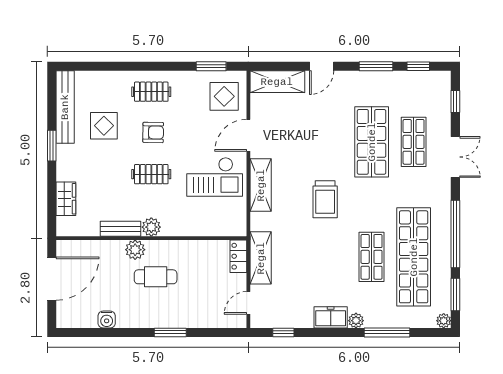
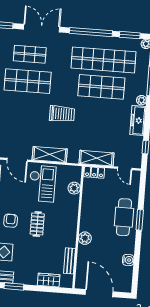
double door: (455, 157) -> (42, 28), width x1.37
plant: (151, 227) -> (74, 188), moved
bench: (120, 229) -> (70, 261), moved
shop shelf: (372, 257) -> (101, 87), width x1.43, depth x1.36
cafe table: (156, 277) -> (124, 217), moved, width x1.37, depth x1.35
freezer: (331, 317) -> (138, 120), width x1.40

